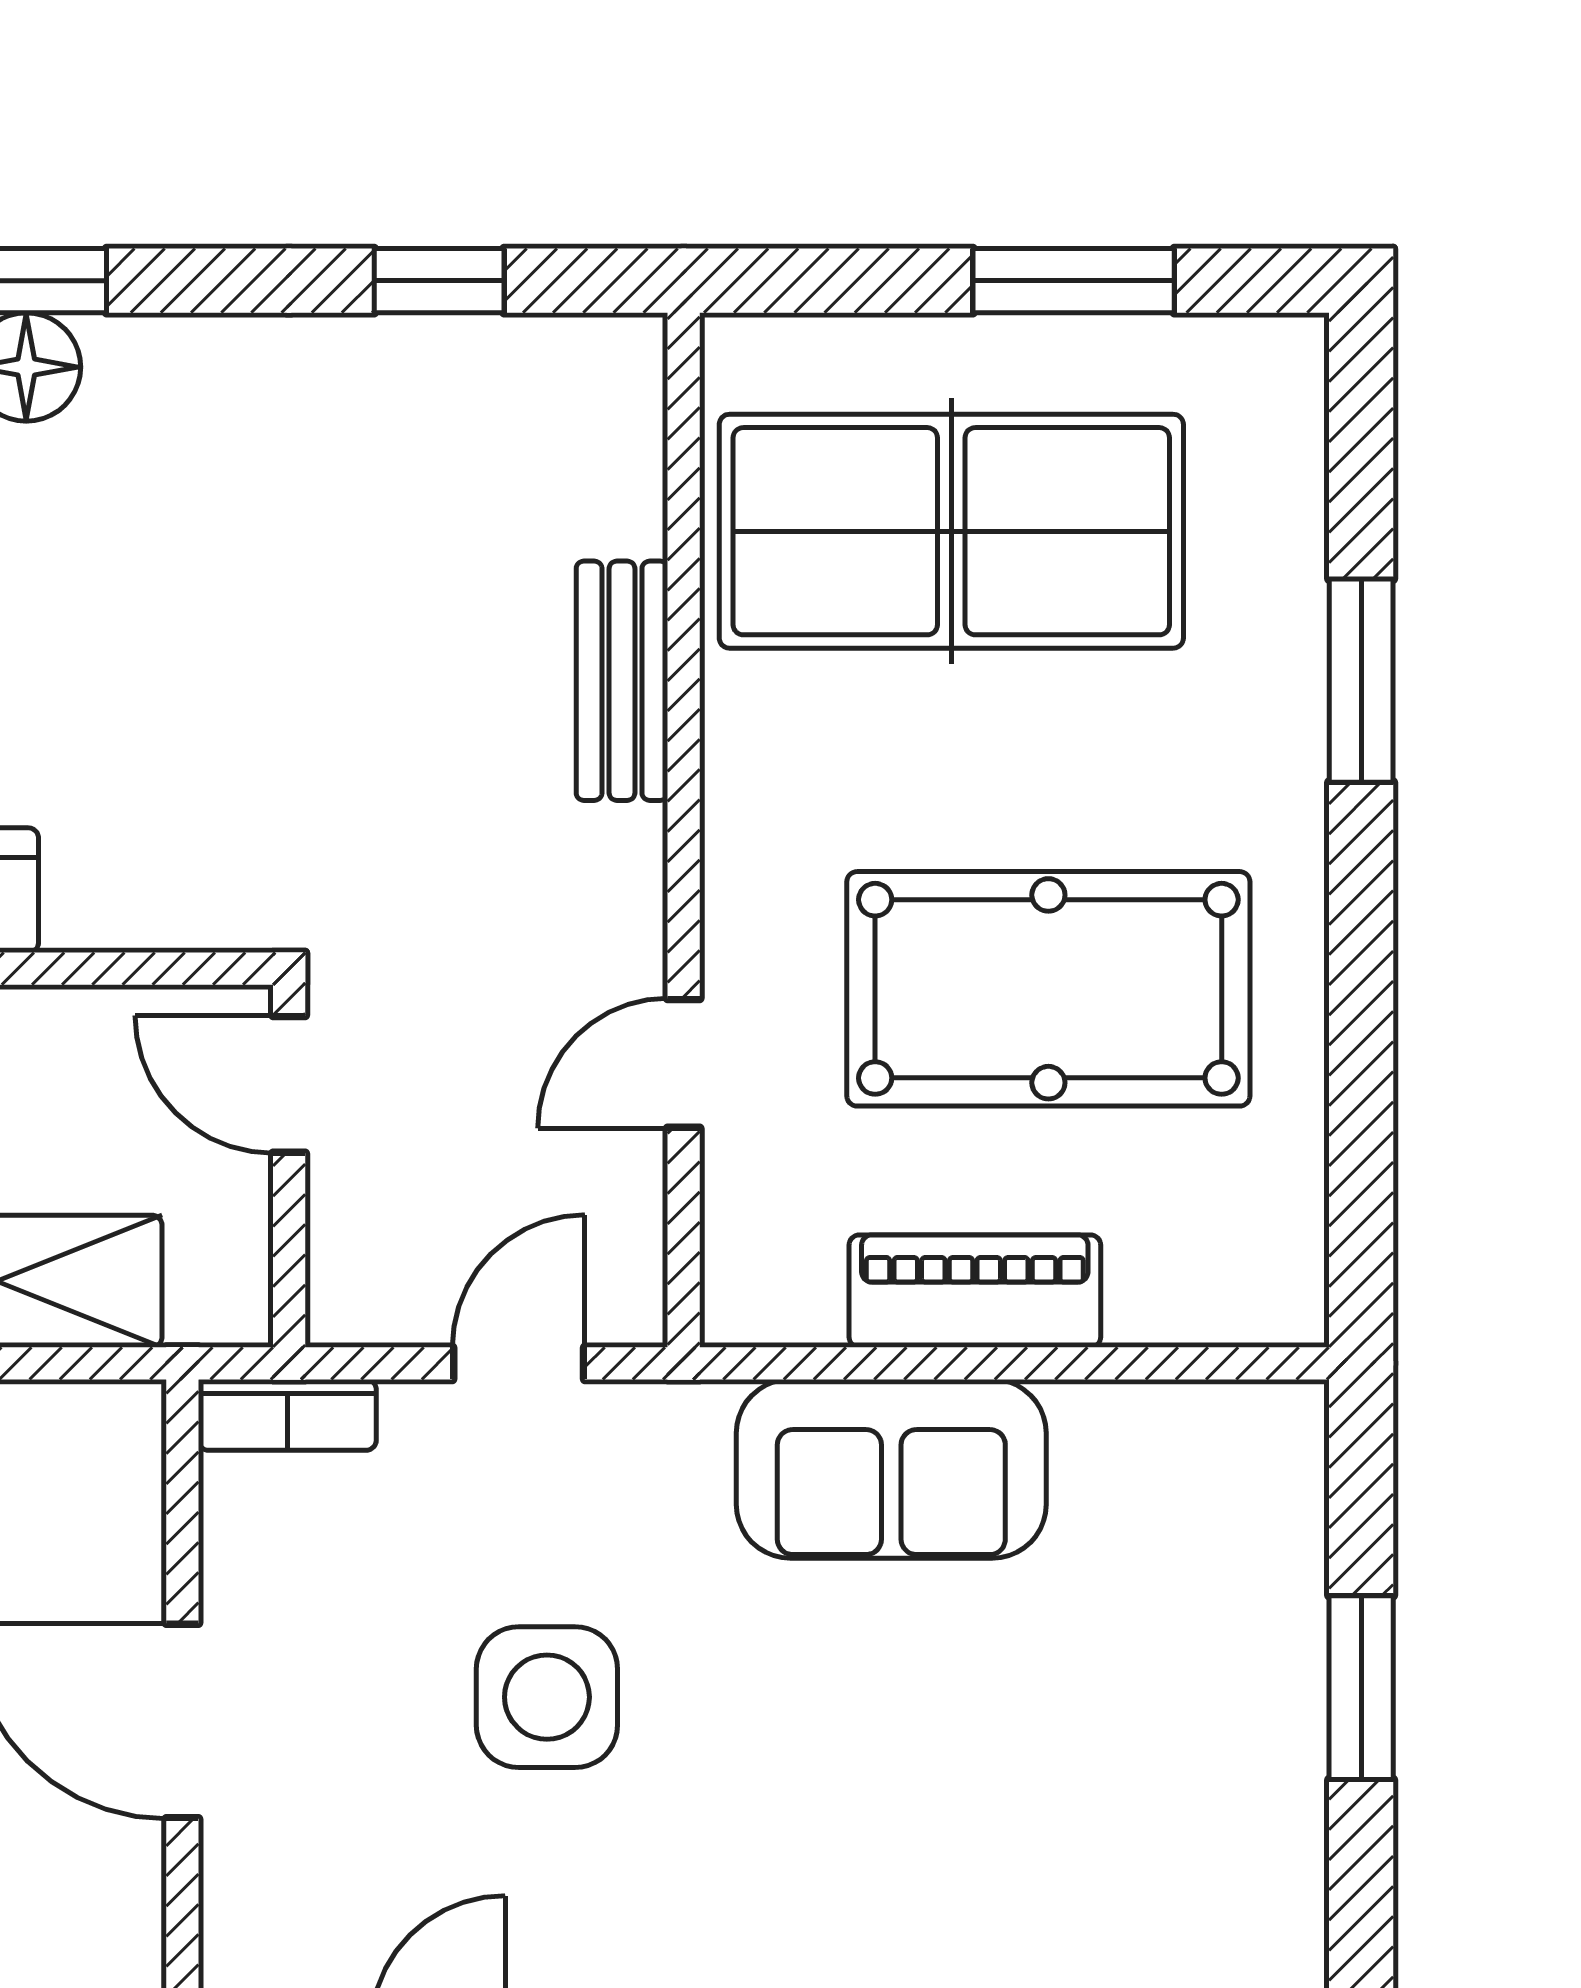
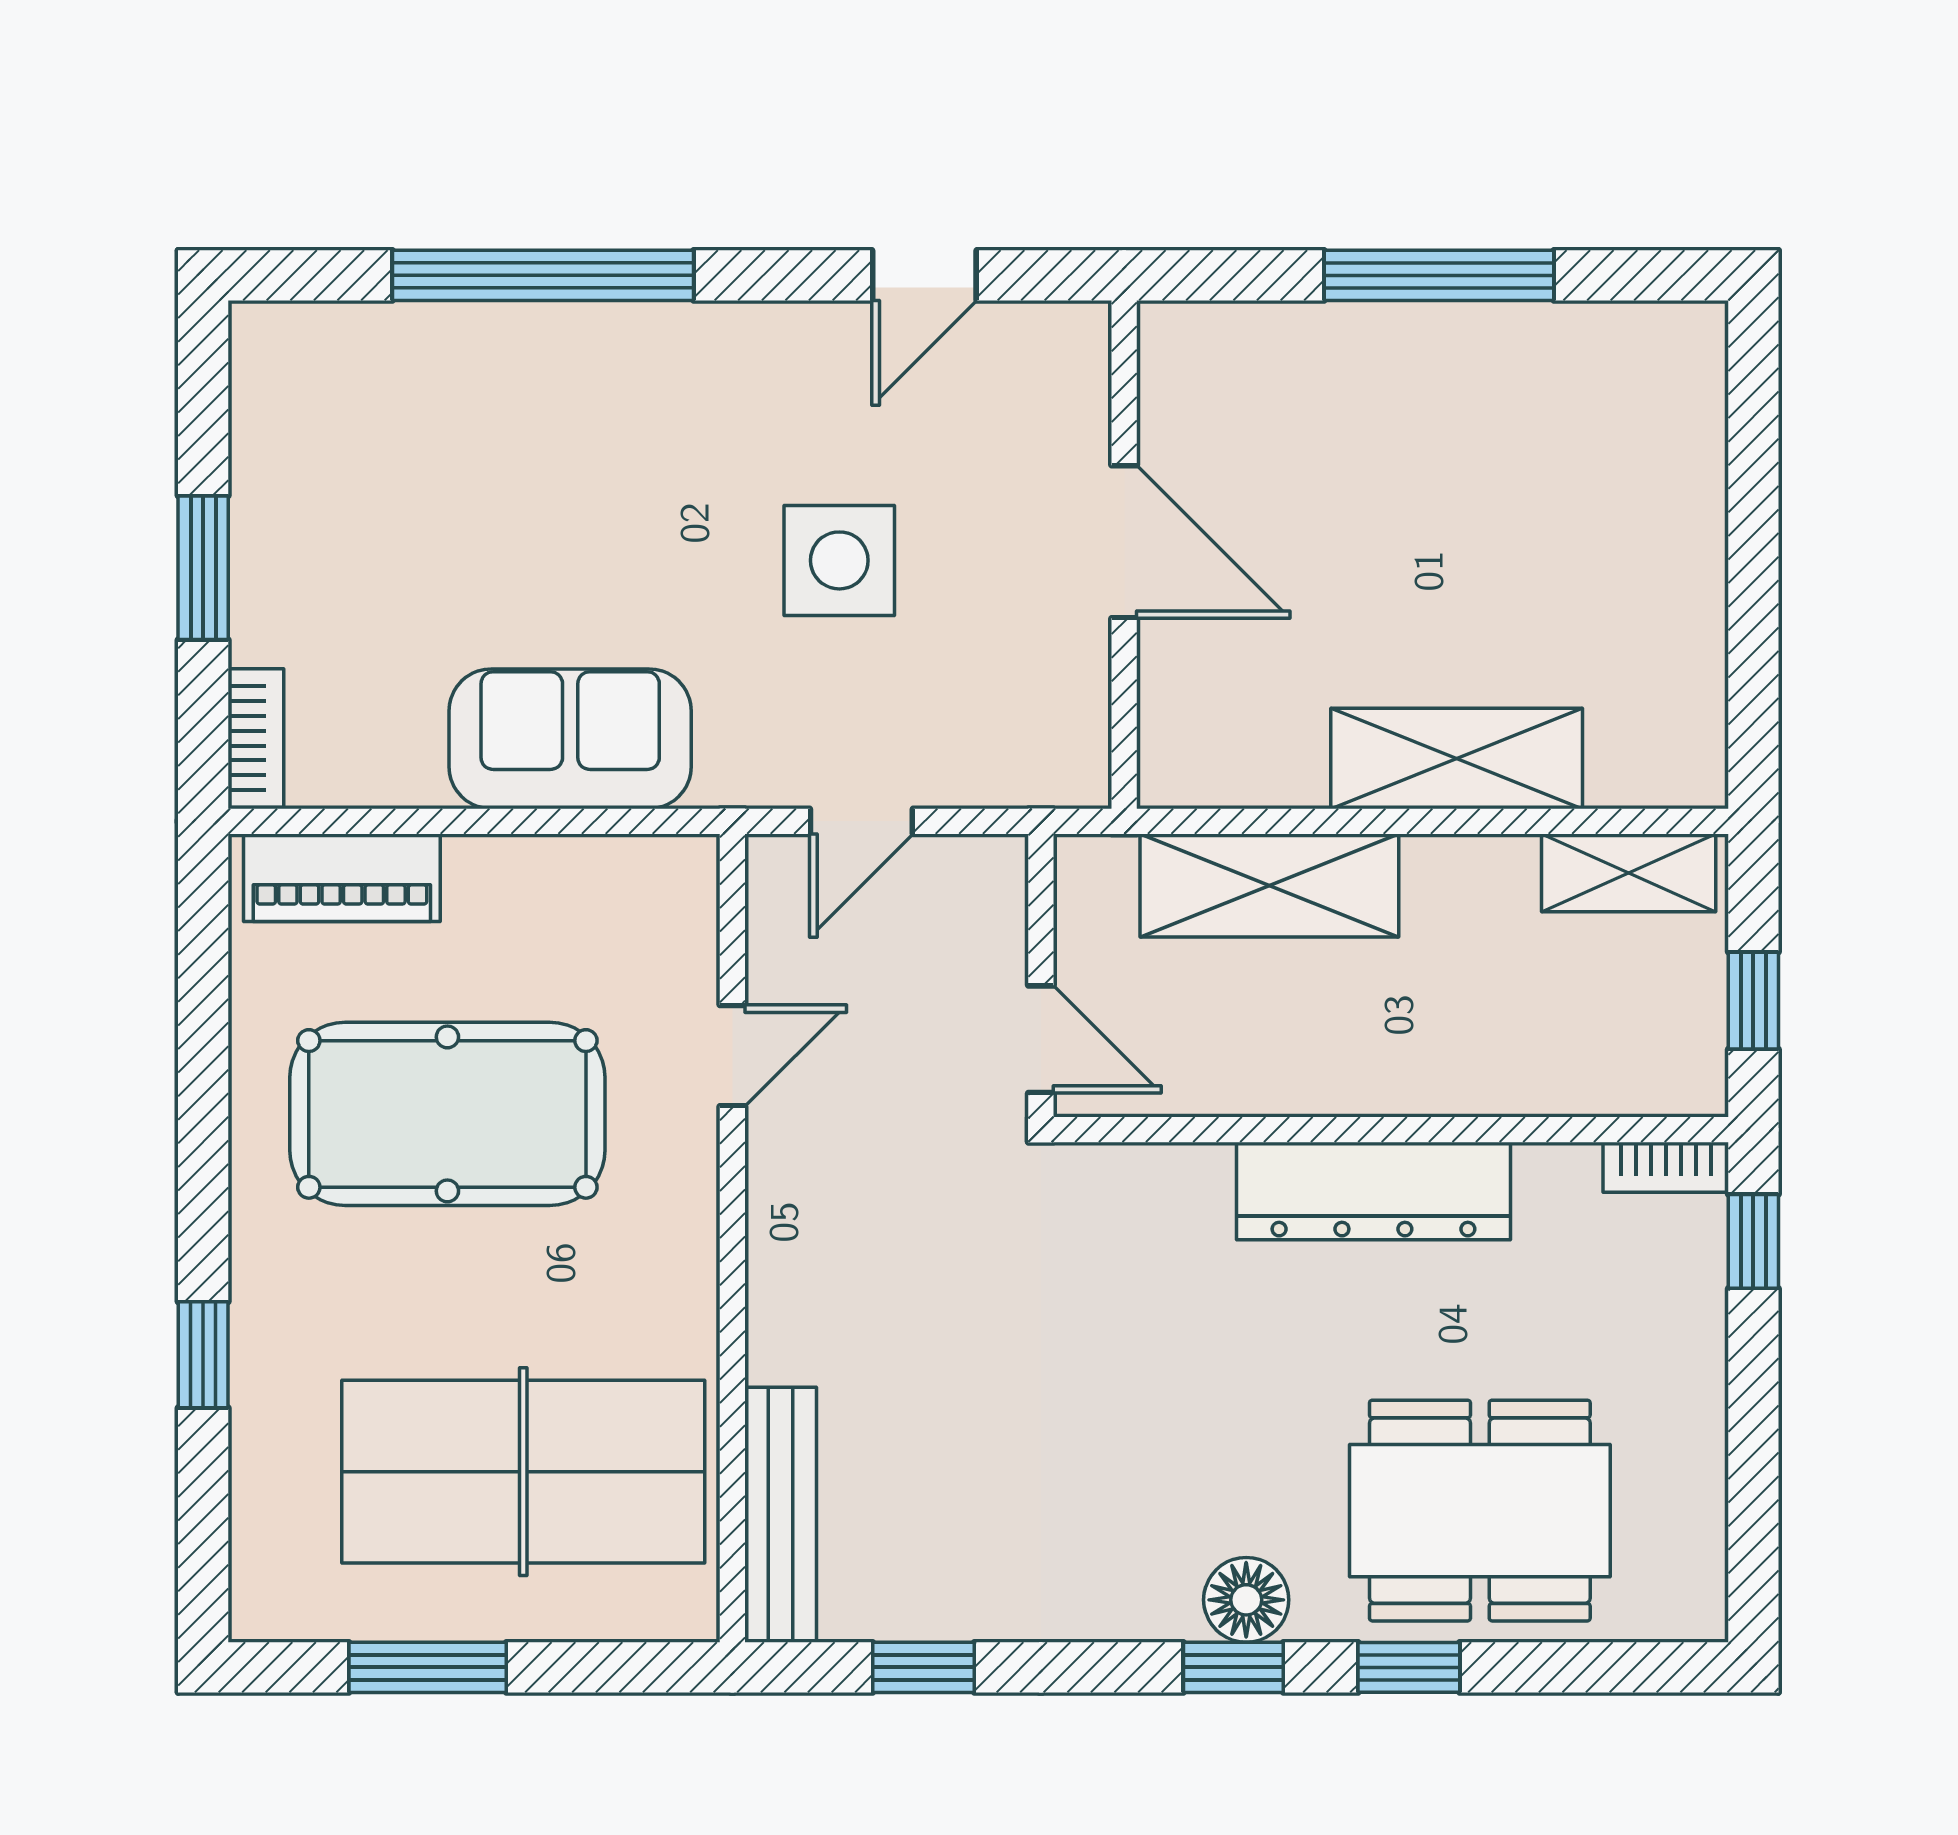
bench: (622, 681) -> (781, 1515), moved, width x1.36
window: (1361, 681) -> (203, 1355), width x0.67
piano: (975, 1291) -> (342, 878), moved
bookcase: (287, 1415) -> (256, 738), moved, turned 90

